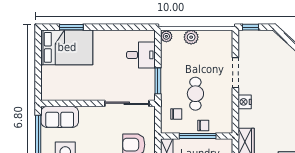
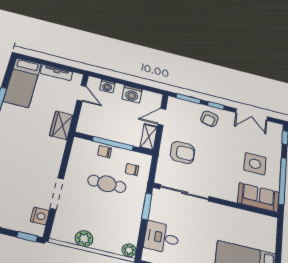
plant: (191, 37) -> (84, 239), moved
cafe table: (195, 94) -> (107, 184), turned 90
nightstand: (245, 102) -> (40, 216), moved

